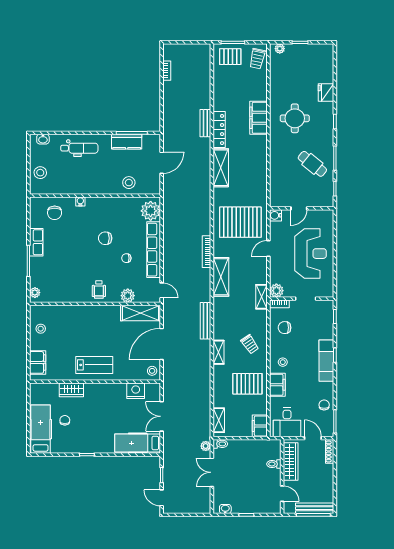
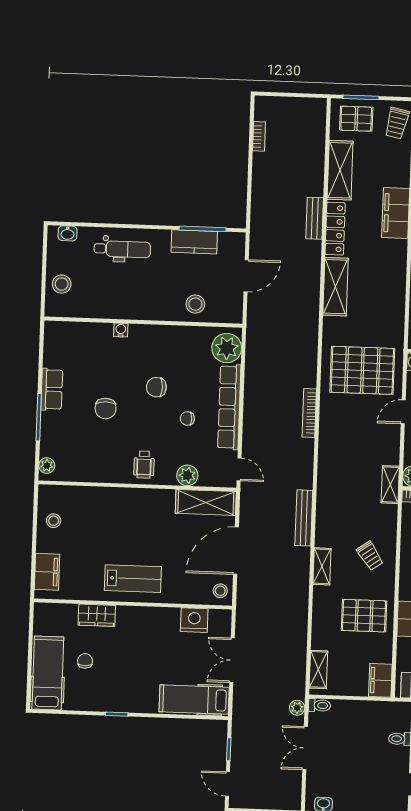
chair: (55, 213) -> (106, 408), moved
shelving: (221, 277) -> (340, 170), moved

